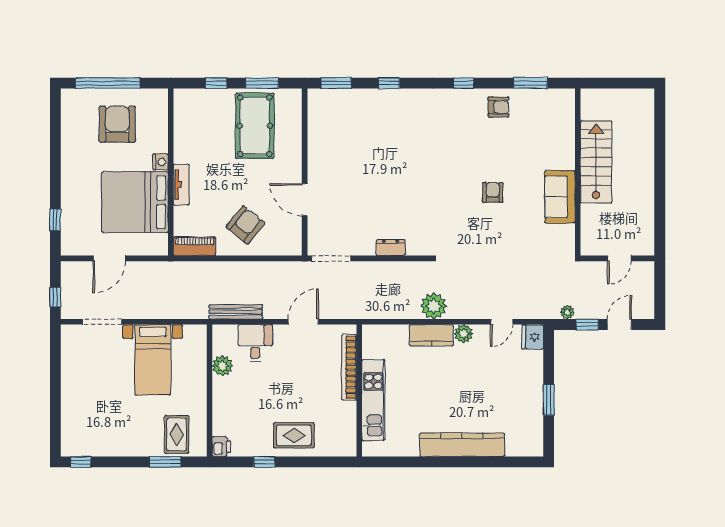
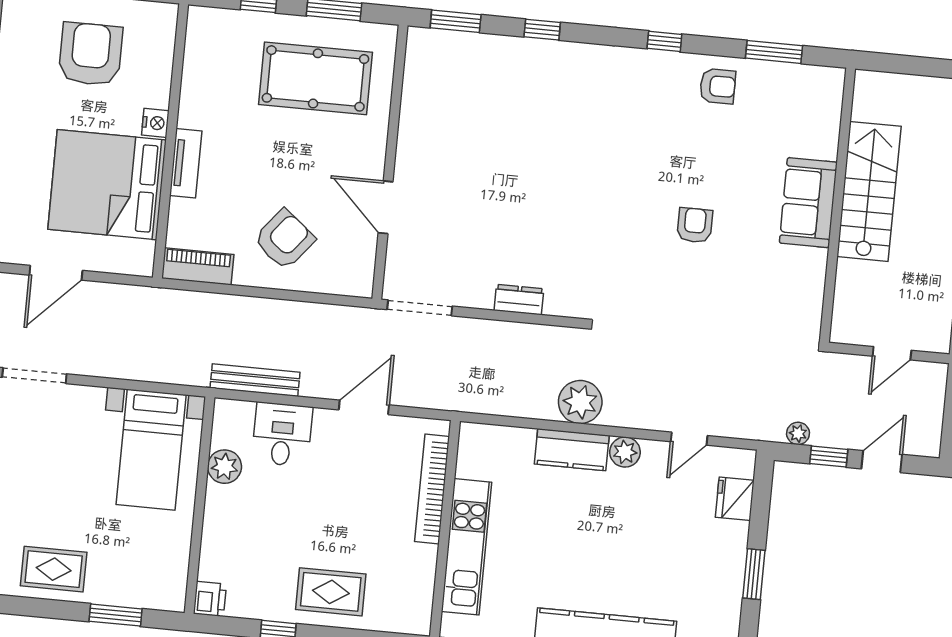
pool table: (255, 126) -> (315, 78), turned 90
sofa: (560, 197) -> (808, 203), moved
fridge: (533, 337) -> (735, 499), moved
bed with nightstands: (153, 360) -> (151, 450), moved
rug: (177, 434) -> (54, 569), moved, turned 90

